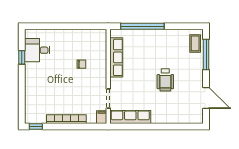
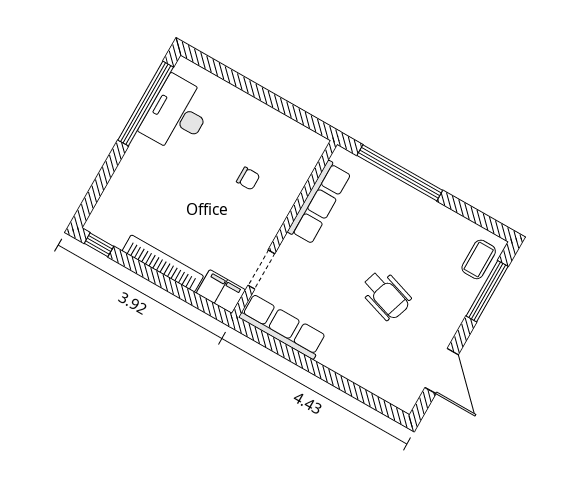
desk: (37, 50) -> (177, 115), width x1.37
window: (22, 57) -> (146, 104), width x3.17
wheelchair: (165, 80) -> (386, 295), turned -72
filing cabinet: (102, 117) -> (221, 292), width x2.00

